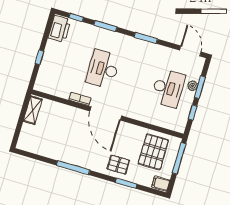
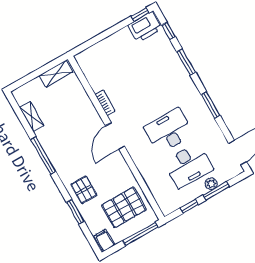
window: (39, 57) -> (140, 15), moved
desk: (103, 69) -> (169, 131), moved
door: (106, 113) -> (115, 136), width x0.73
shelving: (43, 151) -> (32, 116), added

